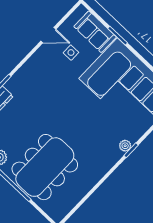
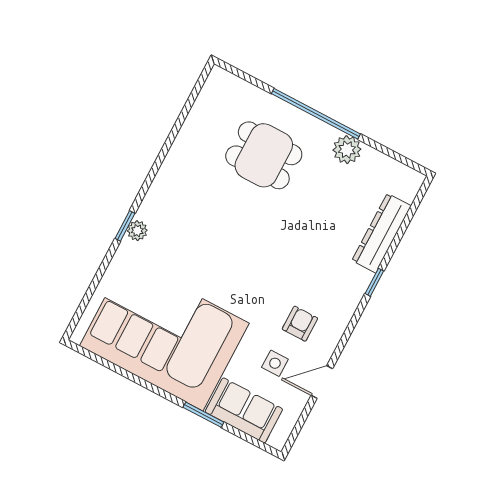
armchair: (51, 70) -> (300, 324), added
dining table: (45, 167) -> (264, 155), width x0.53, depth x0.80

